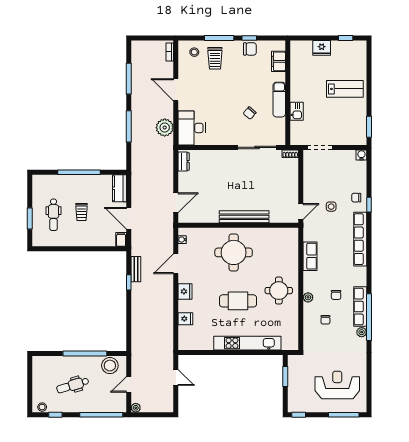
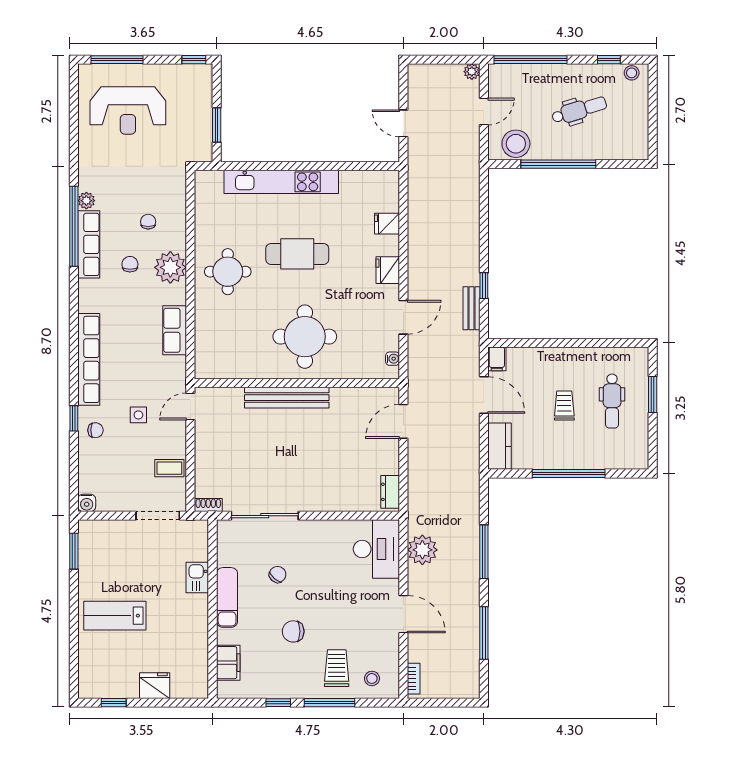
chair: (250, 49) -> (293, 631), moved
coffee table: (313, 175) -> (169, 468), added
dental chair: (54, 215) -> (612, 401), turned 180
plant: (308, 297) -> (170, 267), width x1.88, depth x1.88

